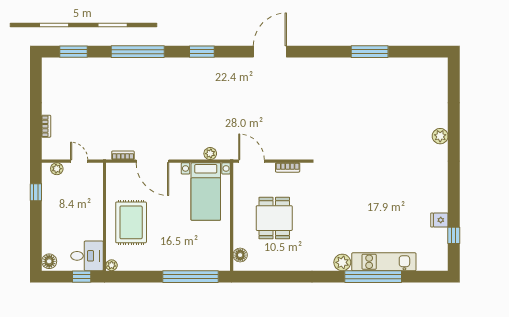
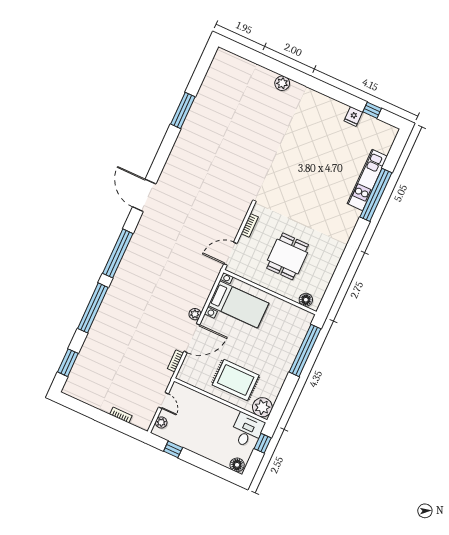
window: (202, 52) -> (118, 253), width x2.11
plant: (210, 154) -> (195, 314), moved
door: (79, 161) -> (163, 400), swing flipped
dining table: (274, 218) -> (288, 256), turned 90
plant: (342, 262) -> (352, 216), removed
plant: (112, 265) -> (262, 407), width x1.87, depth x1.87

